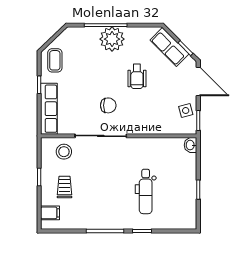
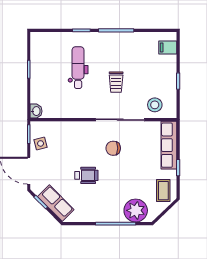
plant: (112, 39) -> (136, 210), moved
wheelchair: (137, 76) -> (86, 175), turned 90
trolley: (64, 187) -> (116, 82), moved

